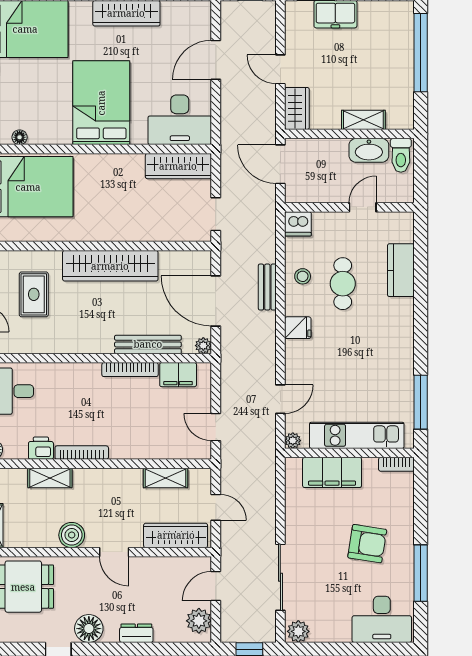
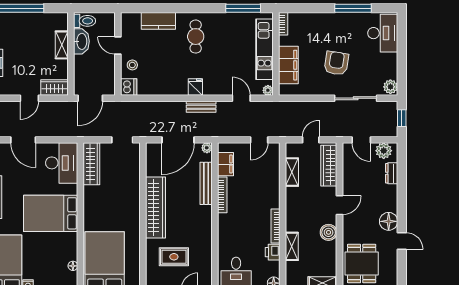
stool: (303, 276) -> (132, 65), moved
cafe table: (343, 284) -> (196, 37), moved, turned 90
bench: (267, 287) -> (201, 107), moved
armchair: (367, 544) -> (336, 63), moved
dresser: (136, 633) -> (392, 173), moved

